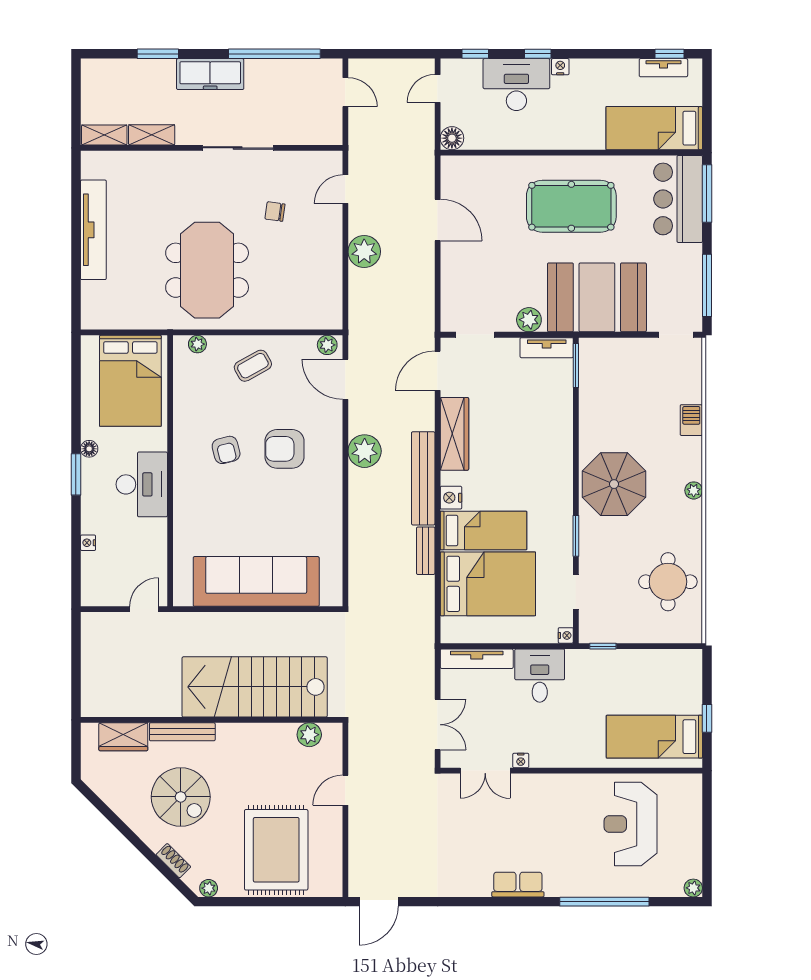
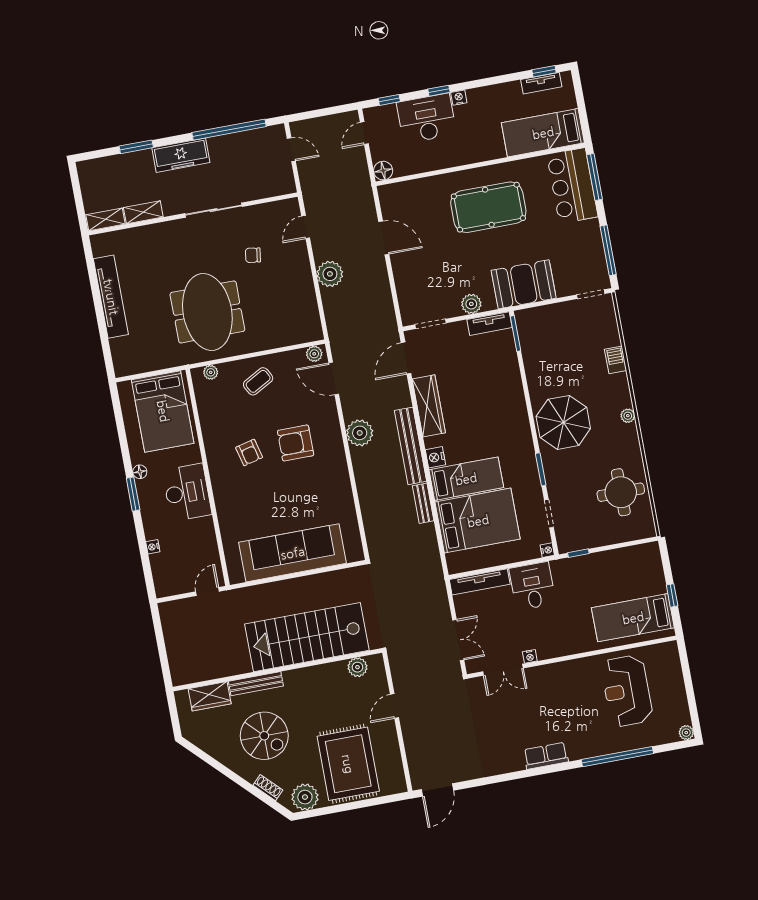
booth: (597, 297) -> (524, 284), width x0.73, depth x0.70
plant: (209, 888) -> (305, 797), width x1.88, depth x1.88

